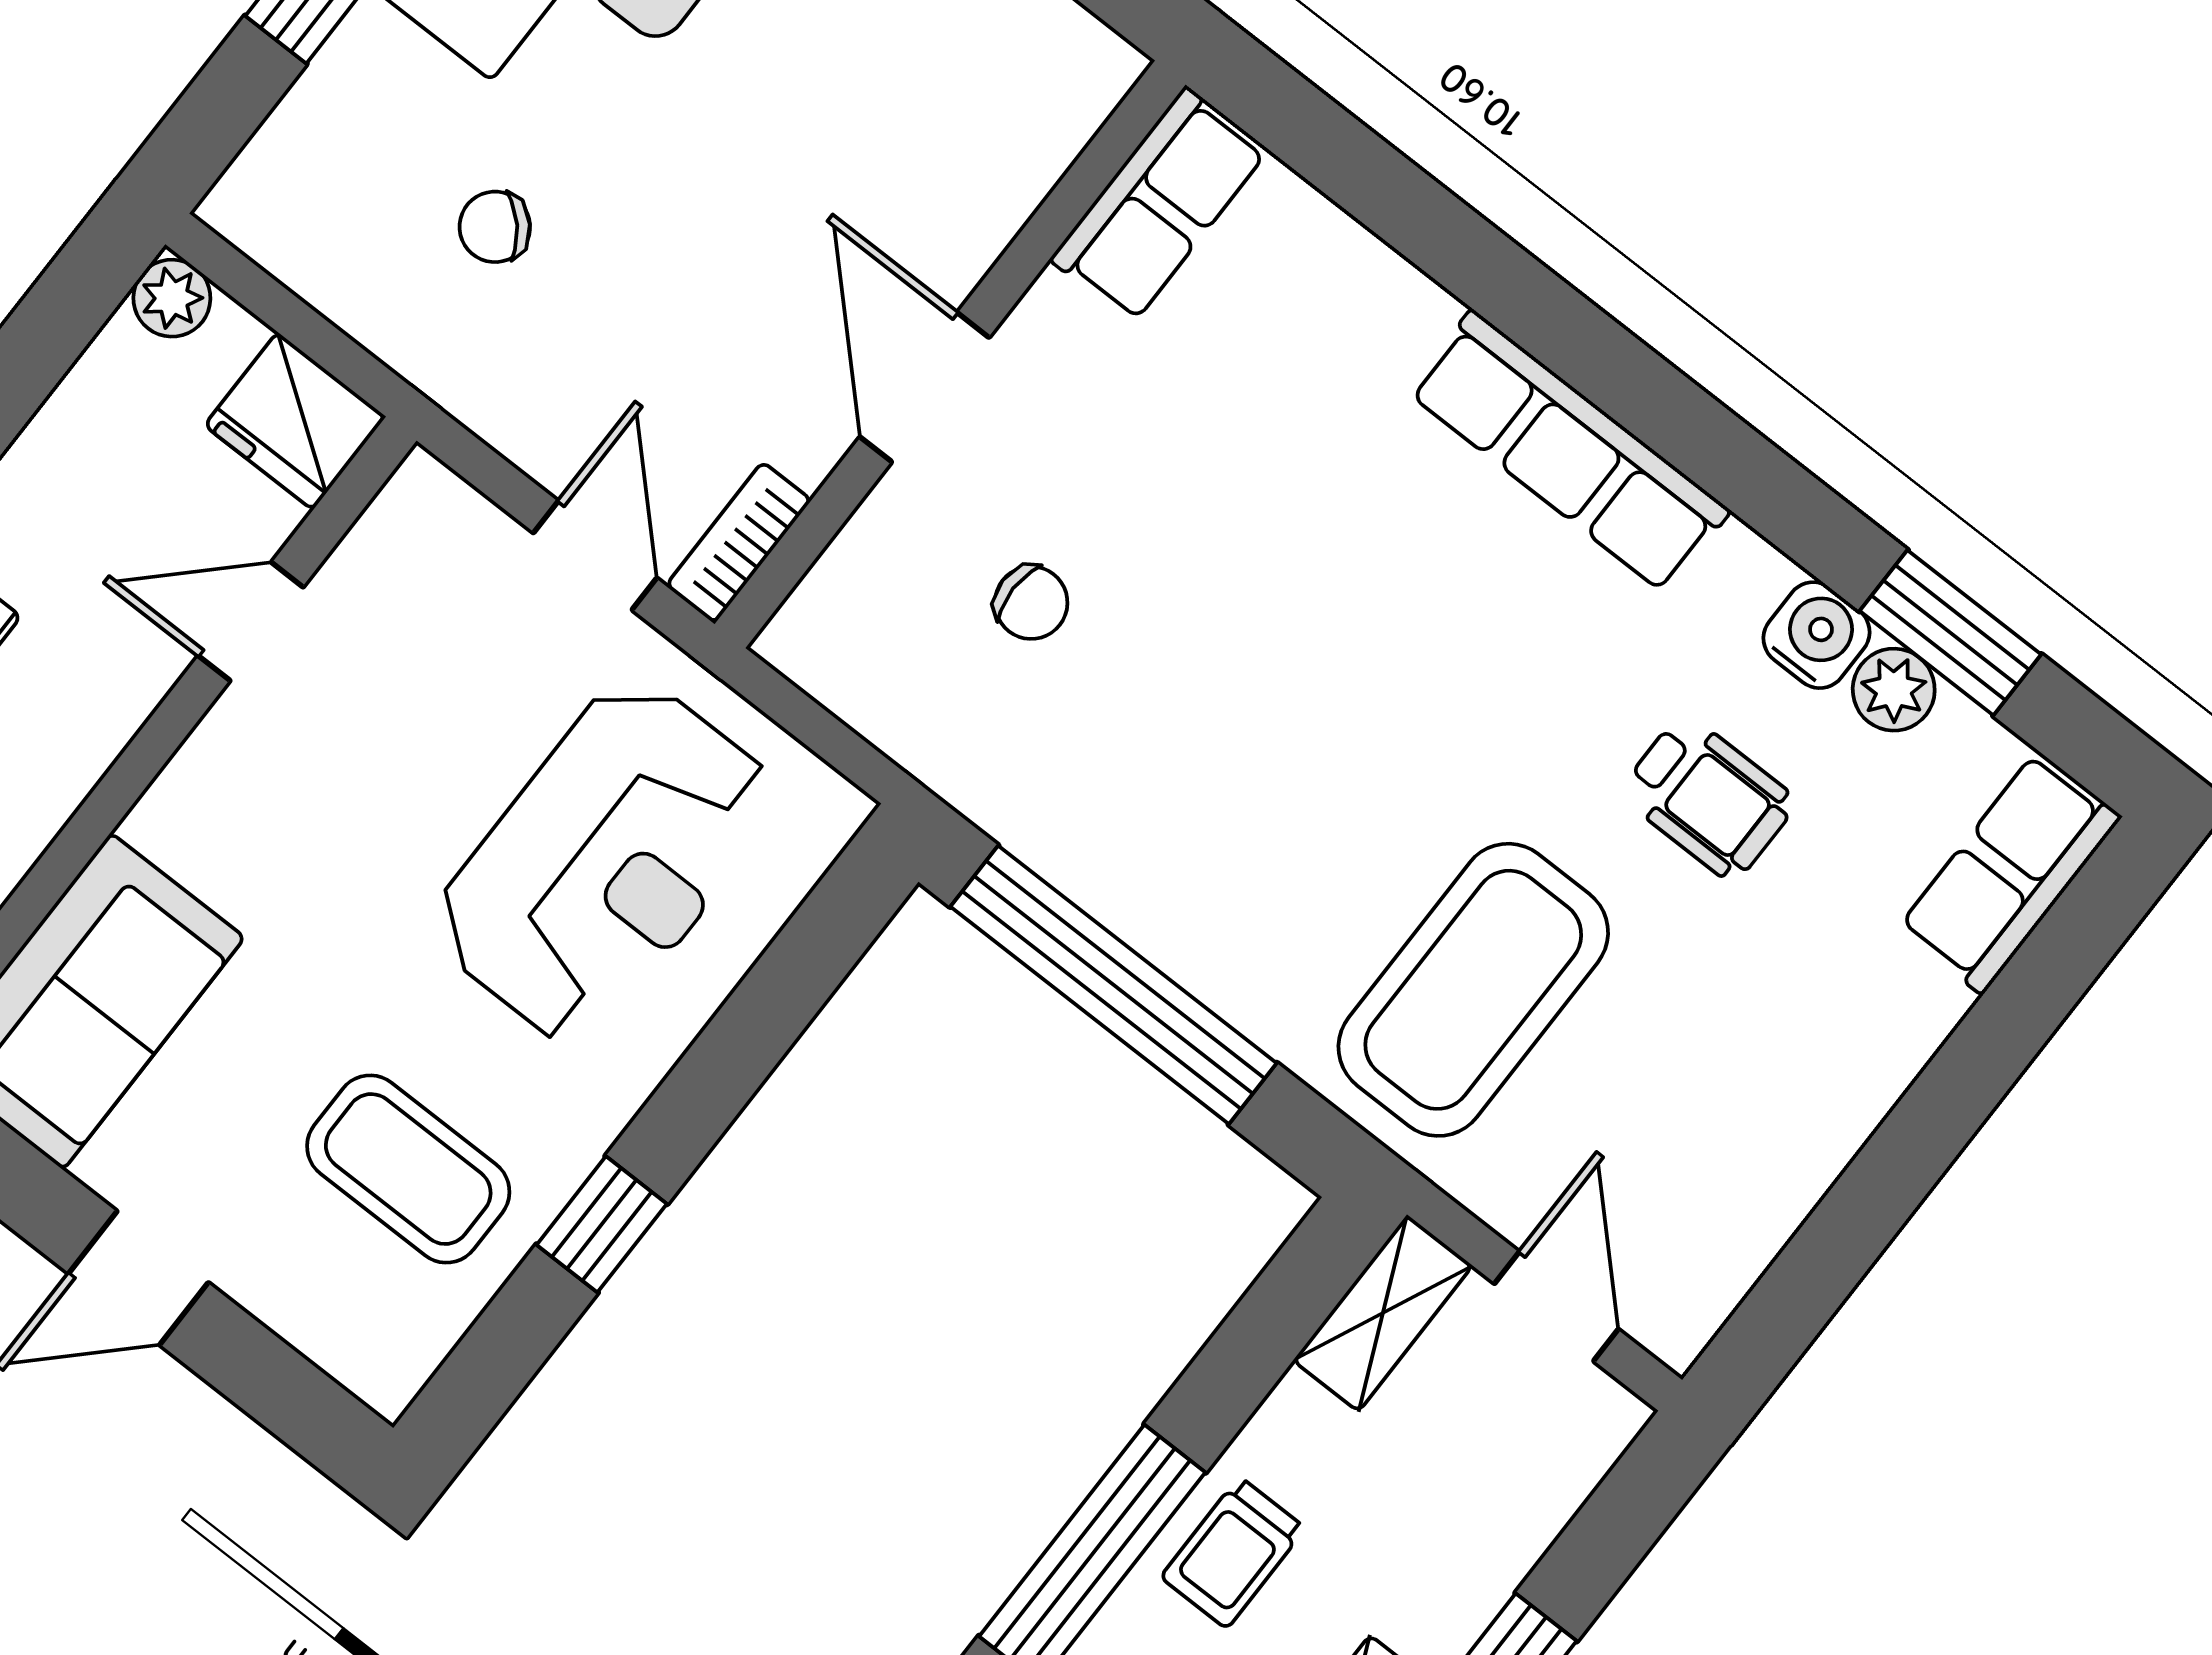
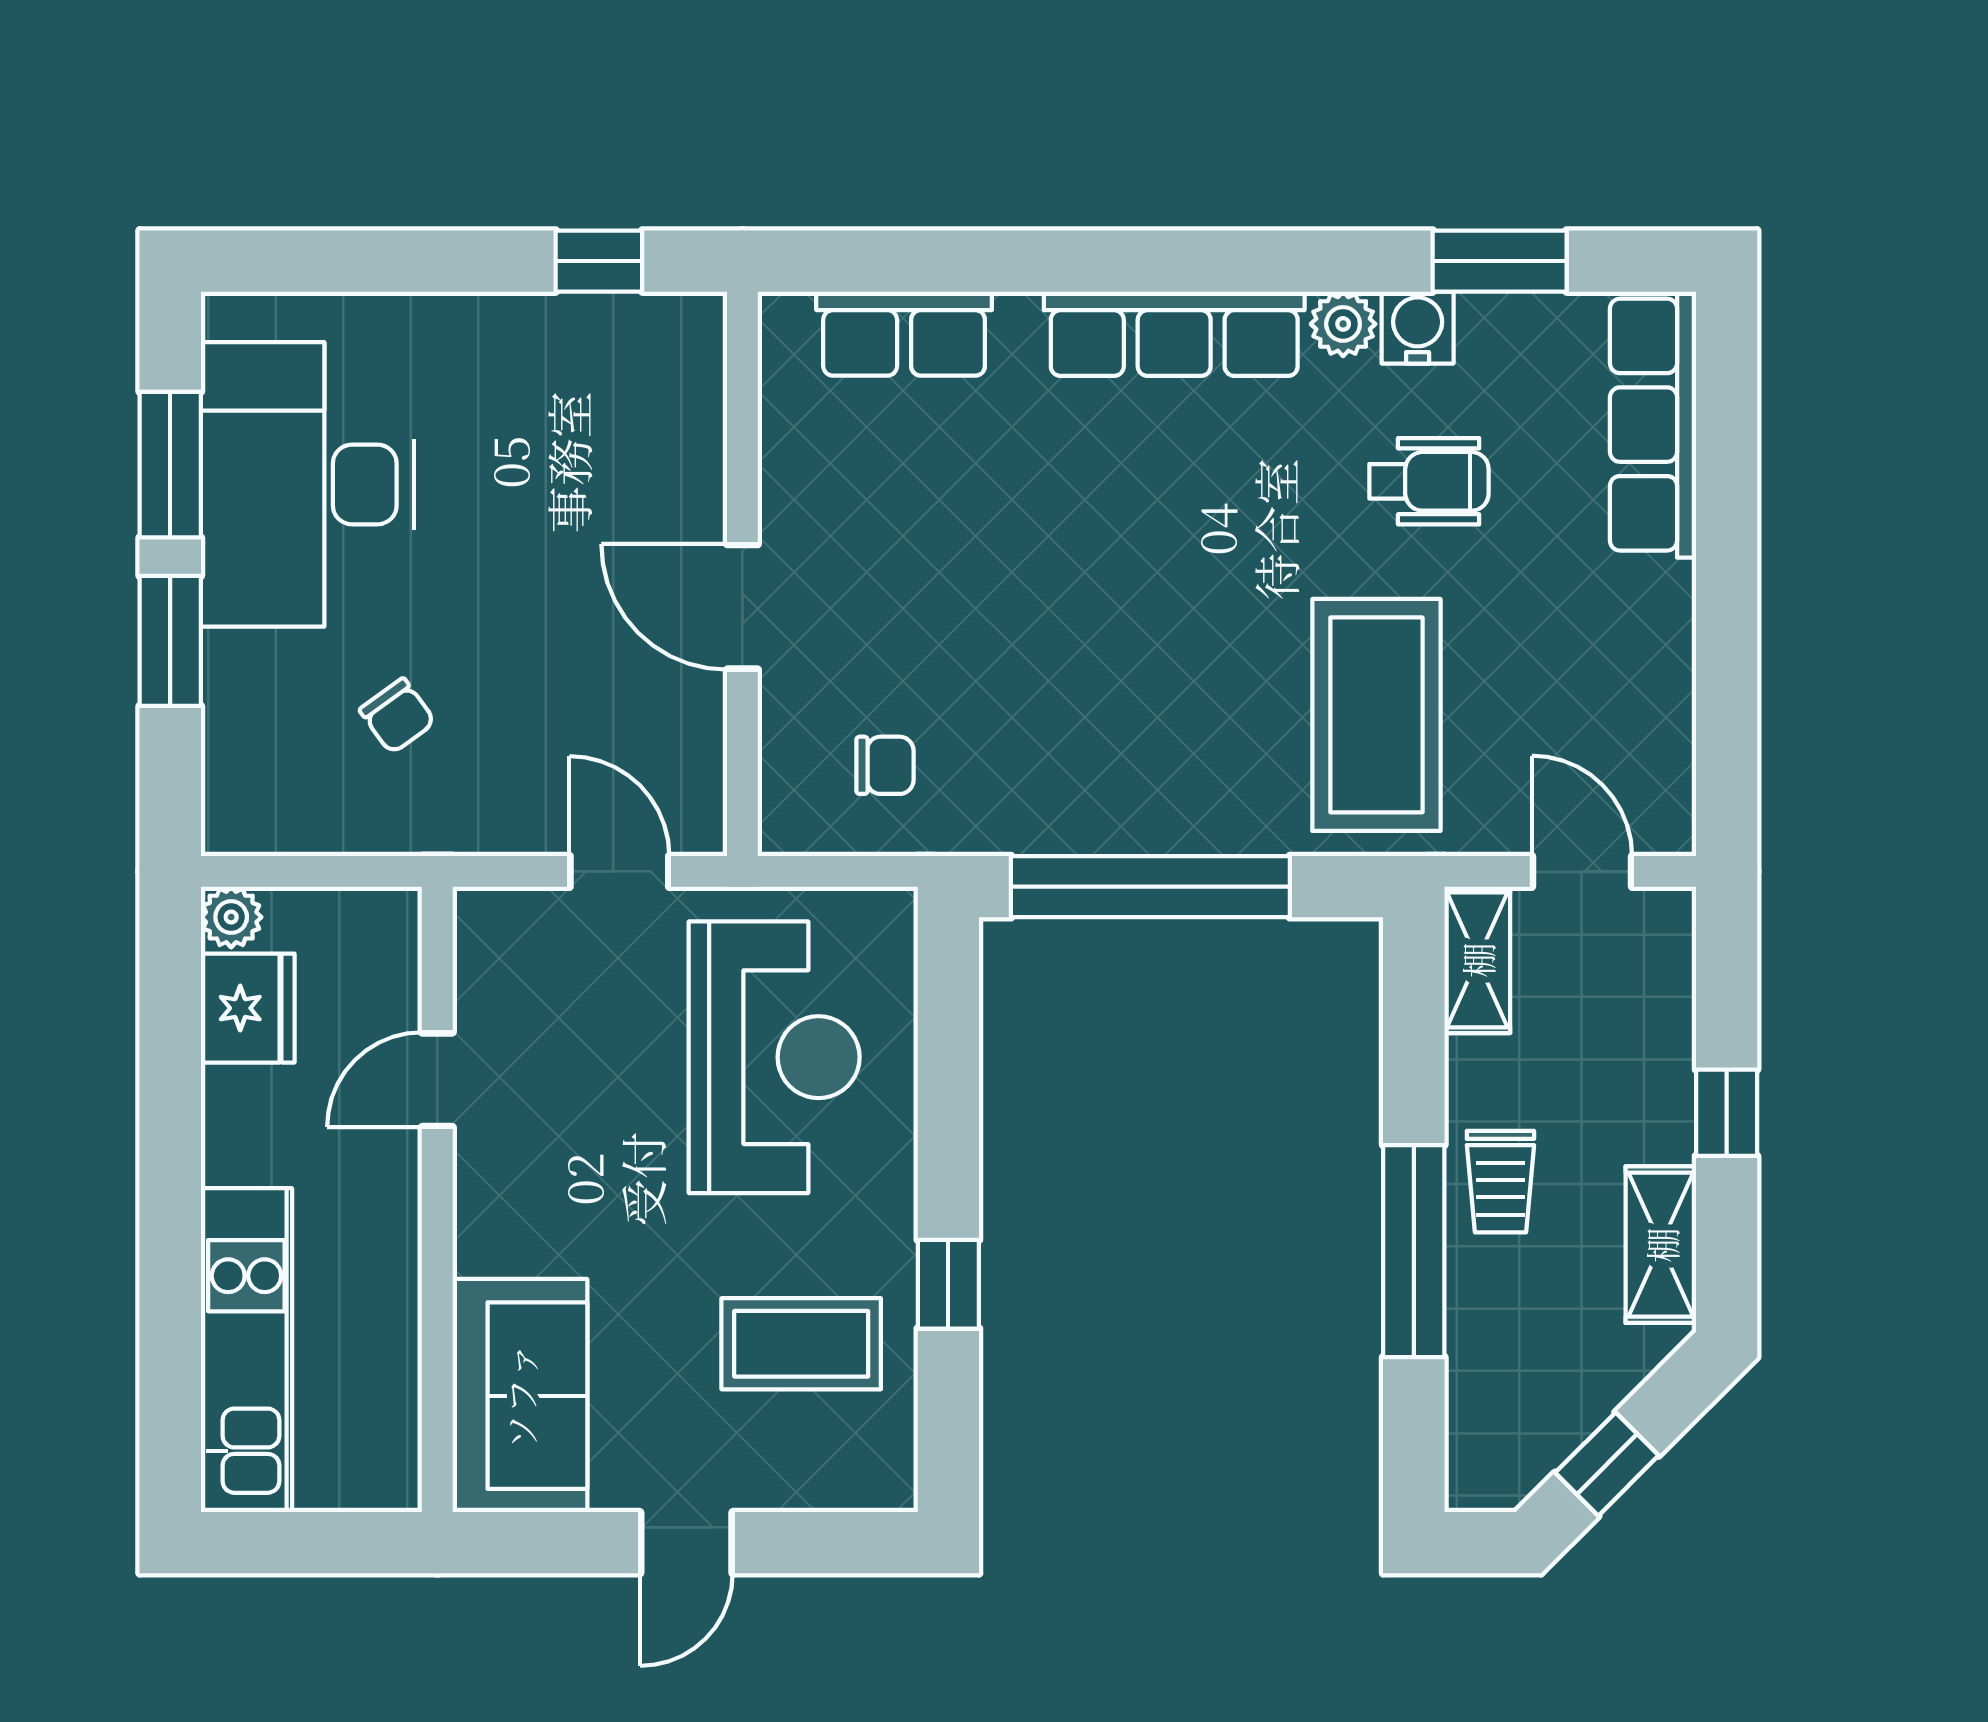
row of seats: (1159, 205) -> (904, 334), moved, turned 90
chair: (495, 227) -> (397, 716), turned -84
fridge: (295, 421) -> (248, 1008), moved, turned -90
bookcase: (739, 542) -> (702, 794), removed
chair: (1031, 603) -> (885, 765), moved
plant: (1894, 690) -> (1343, 324), moved
row of seats: (2009, 873) -> (1653, 425), width x1.48

